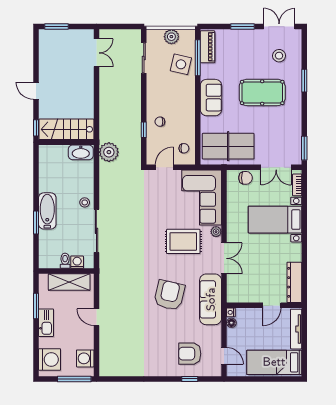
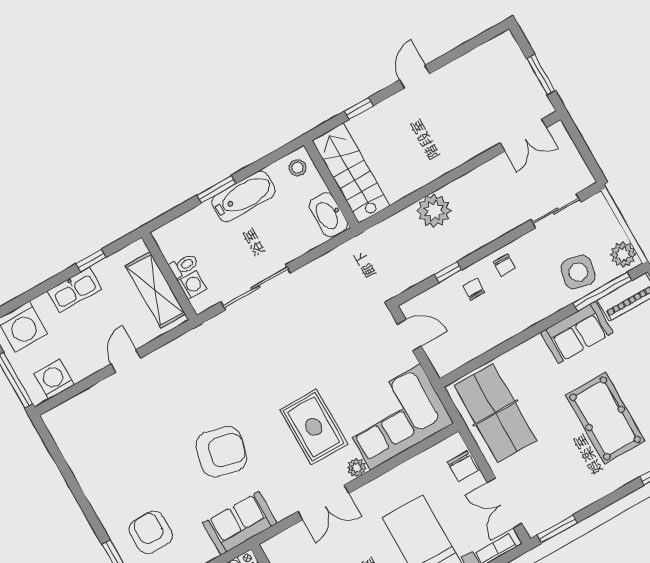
window: (56, 27) -> (541, 75), moved
plant: (171, 37) -> (623, 255), moved
sofa: (211, 98) -> (577, 332), moved
stairs: (66, 129) -> (351, 173), moved
wall: (66, 142) -> (331, 184), moved
chair: (184, 148) -> (504, 265), moved
washbasin: (81, 152) -> (328, 215), moved
plant: (109, 152) -> (434, 211), moved
stool: (85, 202) -> (297, 168), moved
sofa: (211, 299) -> (240, 523), width x0.73
window: (36, 306) -> (91, 261), width x0.67

